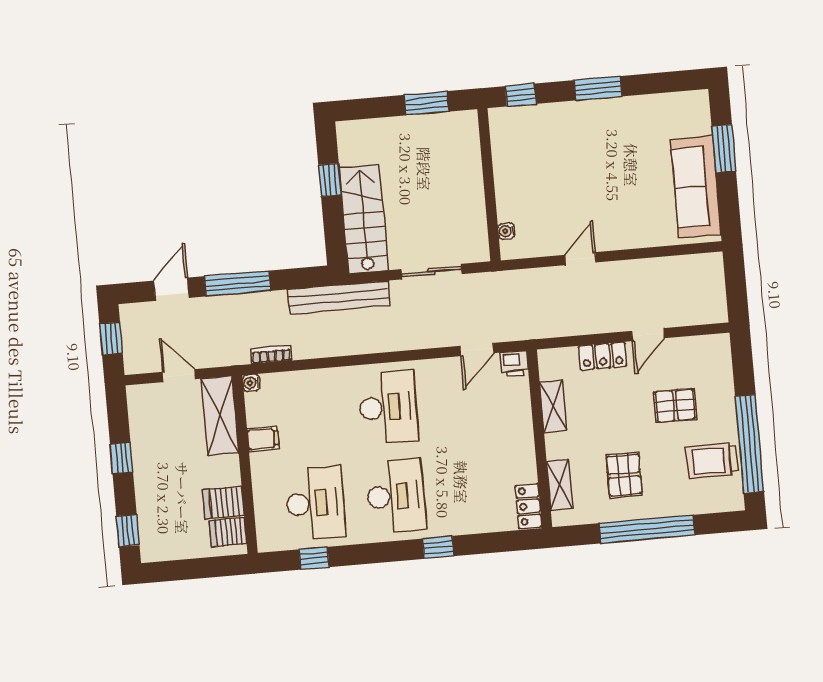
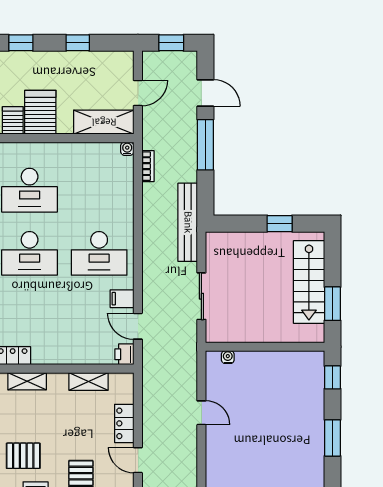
stairs: (364, 219) -> (309, 282), moved, turned 90
filing cabinet: (263, 439) -> (122, 299), moved, turned 90
pallet: (624, 475) -> (23, 456), moved
server rack: (223, 503) -> (40, 112), width x1.36, depth x1.44

